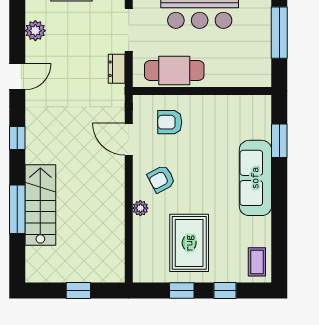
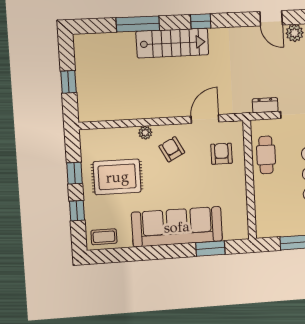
cafe table: (174, 70) -> (266, 155), width x0.73, depth x0.74
door: (17, 77) -> (271, 18), moved
sofa: (255, 178) -> (177, 227), width x1.36, depth x1.27
stairs: (40, 205) -> (172, 43), moved

